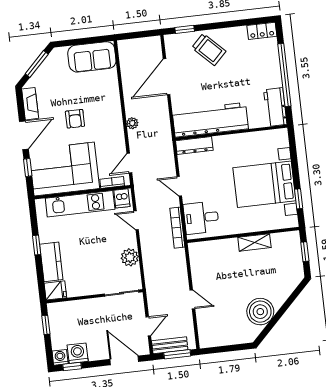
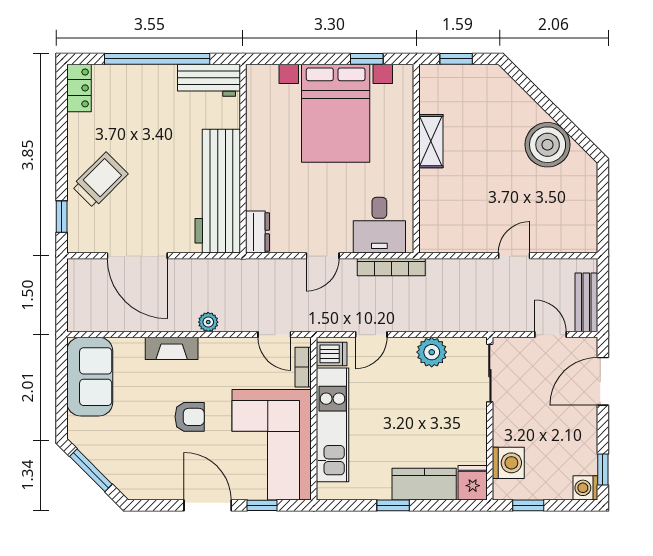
fireplace: (30, 104) -> (172, 348), moved, turned 180
dresser: (194, 145) -> (257, 232), width x0.70
washing machine: (78, 353) -> (508, 463), moved, turned 180
window: (177, 354) -> (603, 292), removed

